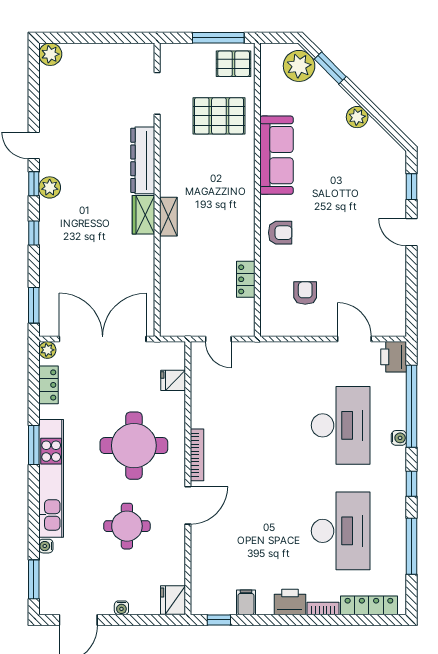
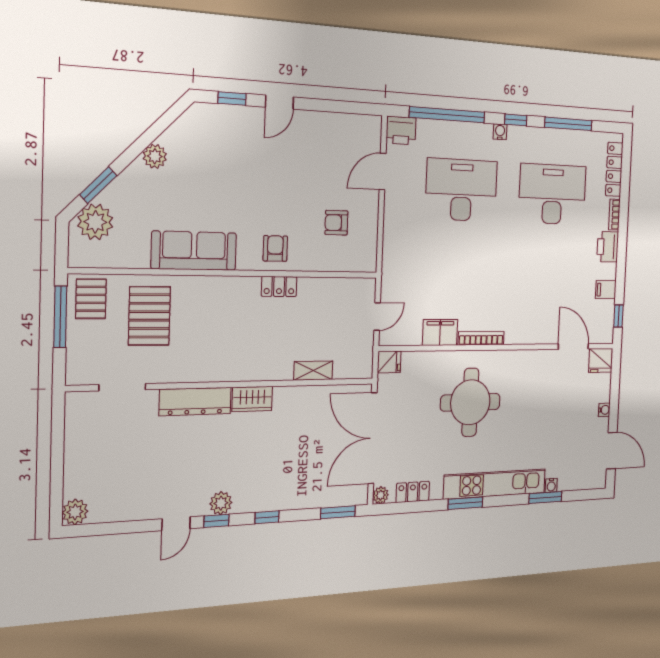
shelving: (168, 217) -> (313, 371), moved
locker: (246, 279) -> (279, 286), moved
fridge: (173, 380) -> (389, 362), moved, turned -90
filing cabinet: (203, 408) -> (440, 332), added
water cooler: (399, 438) -> (500, 132), moved
door: (188, 505) -> (573, 346), moved
round table: (127, 526) -> (539, 407), removed
window: (34, 579) -> (545, 498), moved

